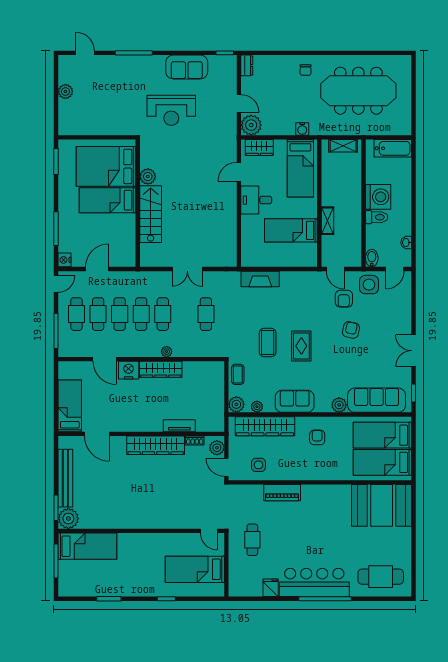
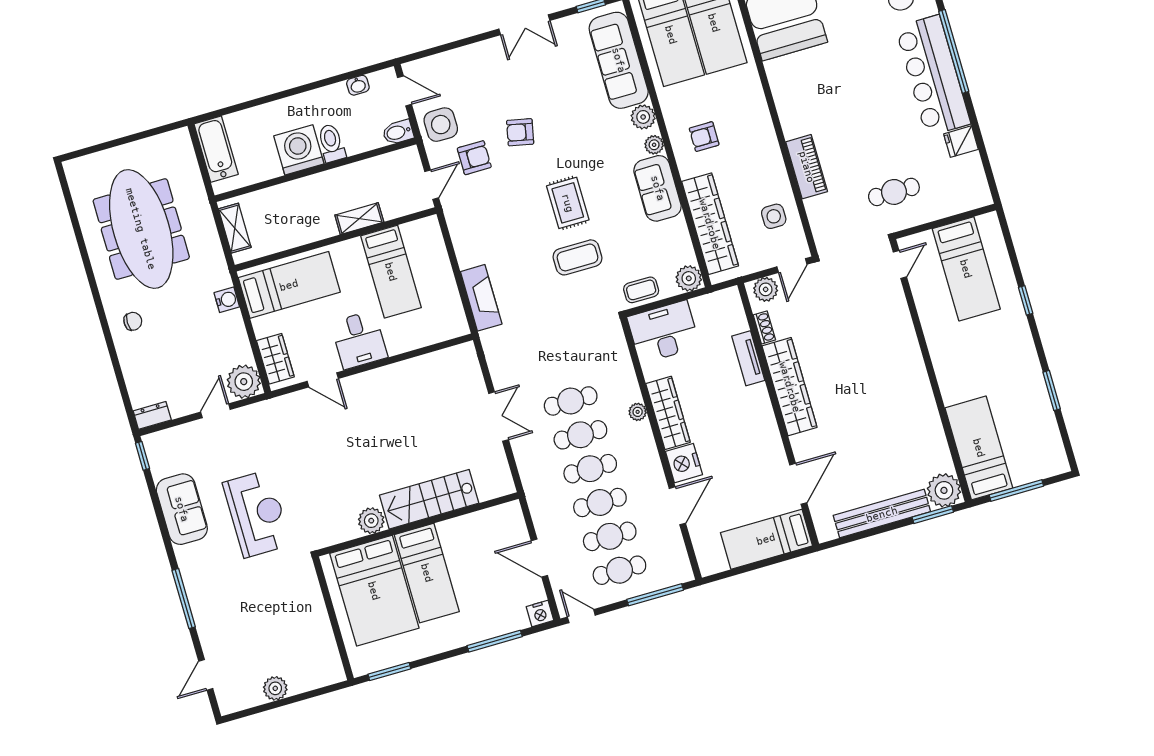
cafe table: (206, 314) -> (571, 401), moved
rug: (301, 346) -> (568, 203), turned 90
desk: (209, 380) -> (664, 332), added
plant: (257, 407) -> (654, 145), moved

